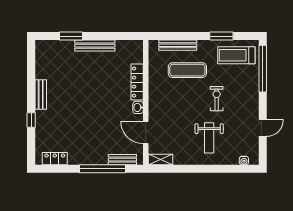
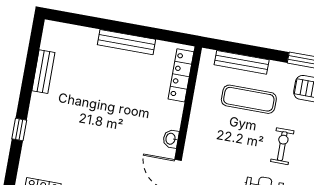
window: (71, 36) -> (96, 23), removed
locker: (137, 82) -> (181, 75), moved
bench: (41, 95) -> (43, 72), moved

